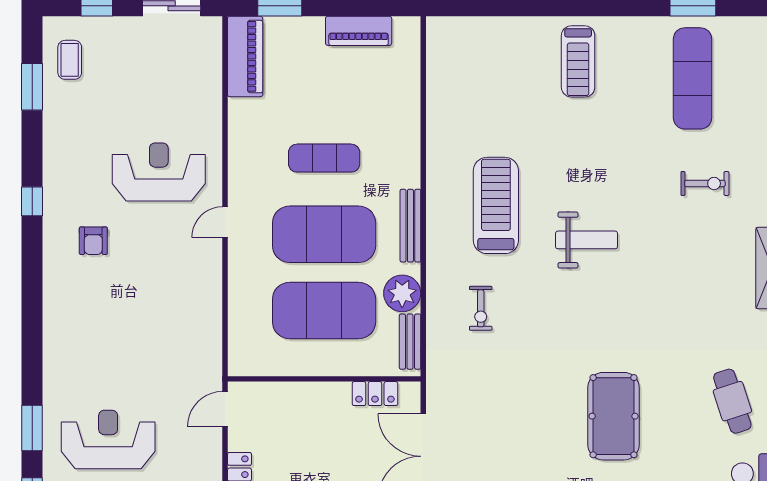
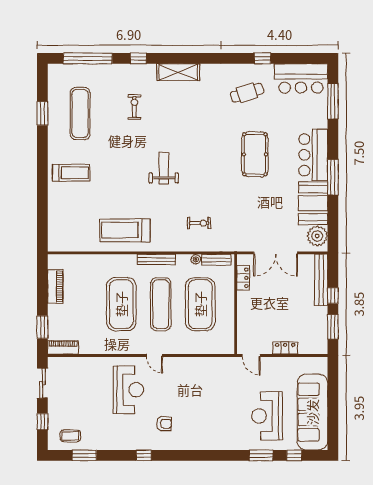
piano: (245, 56) -> (63, 347), width x0.73, depth x0.75
exercise mat: (693, 78) -> (80, 113), turned 90
exercise mat: (324, 158) -> (121, 304), width x2.00, depth x1.45
reception desk: (159, 172) -> (128, 390), turned 180
treadmill: (496, 205) -> (125, 230), moved
exercise mat: (324, 234) -> (161, 304), width x0.68
plant: (402, 293) -> (196, 259), width x0.53, depth x0.53
pool table: (614, 416) -> (255, 154), turned 90

